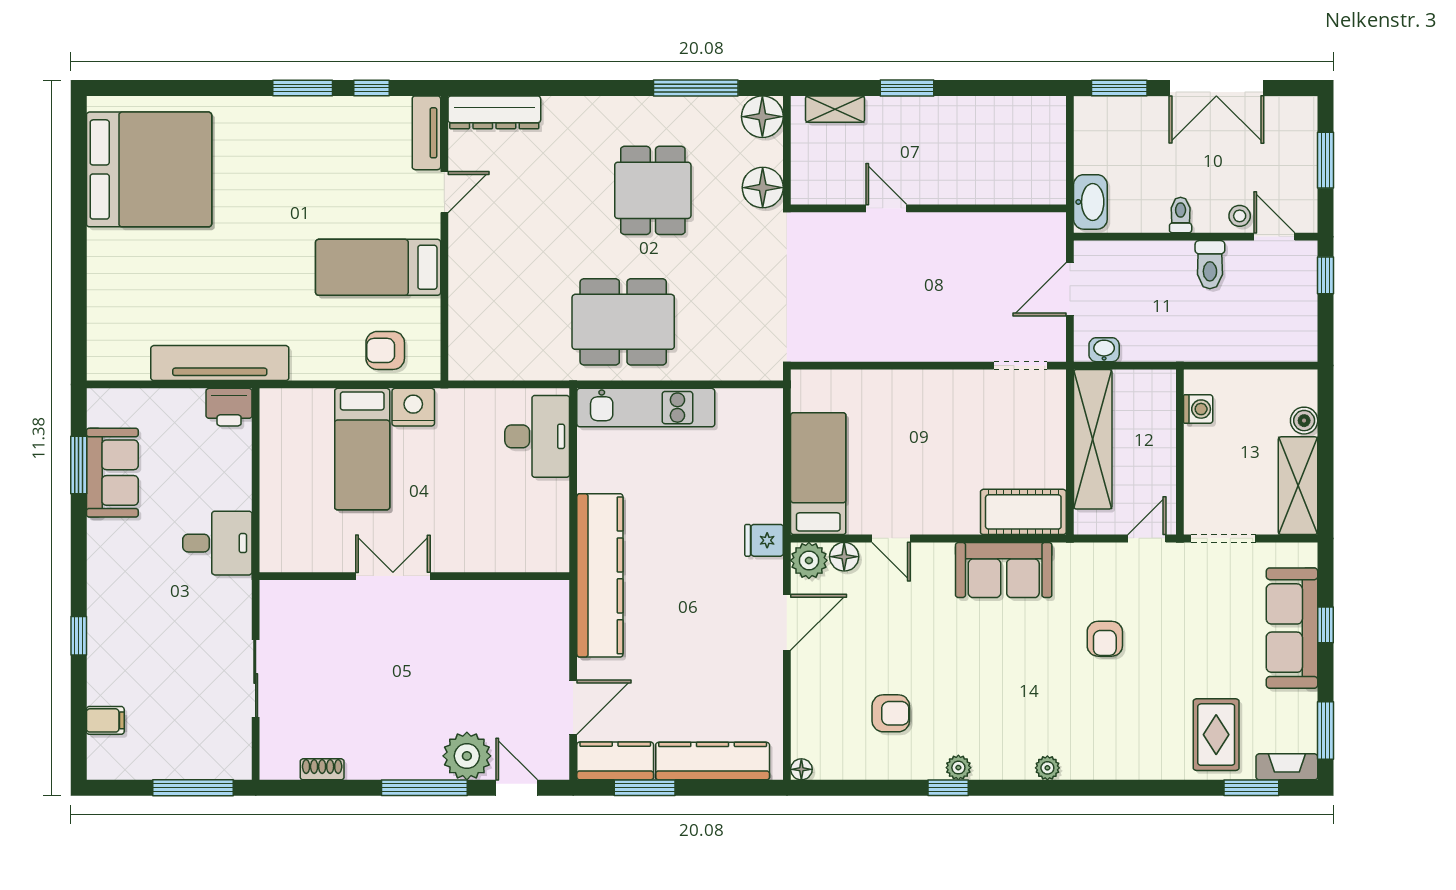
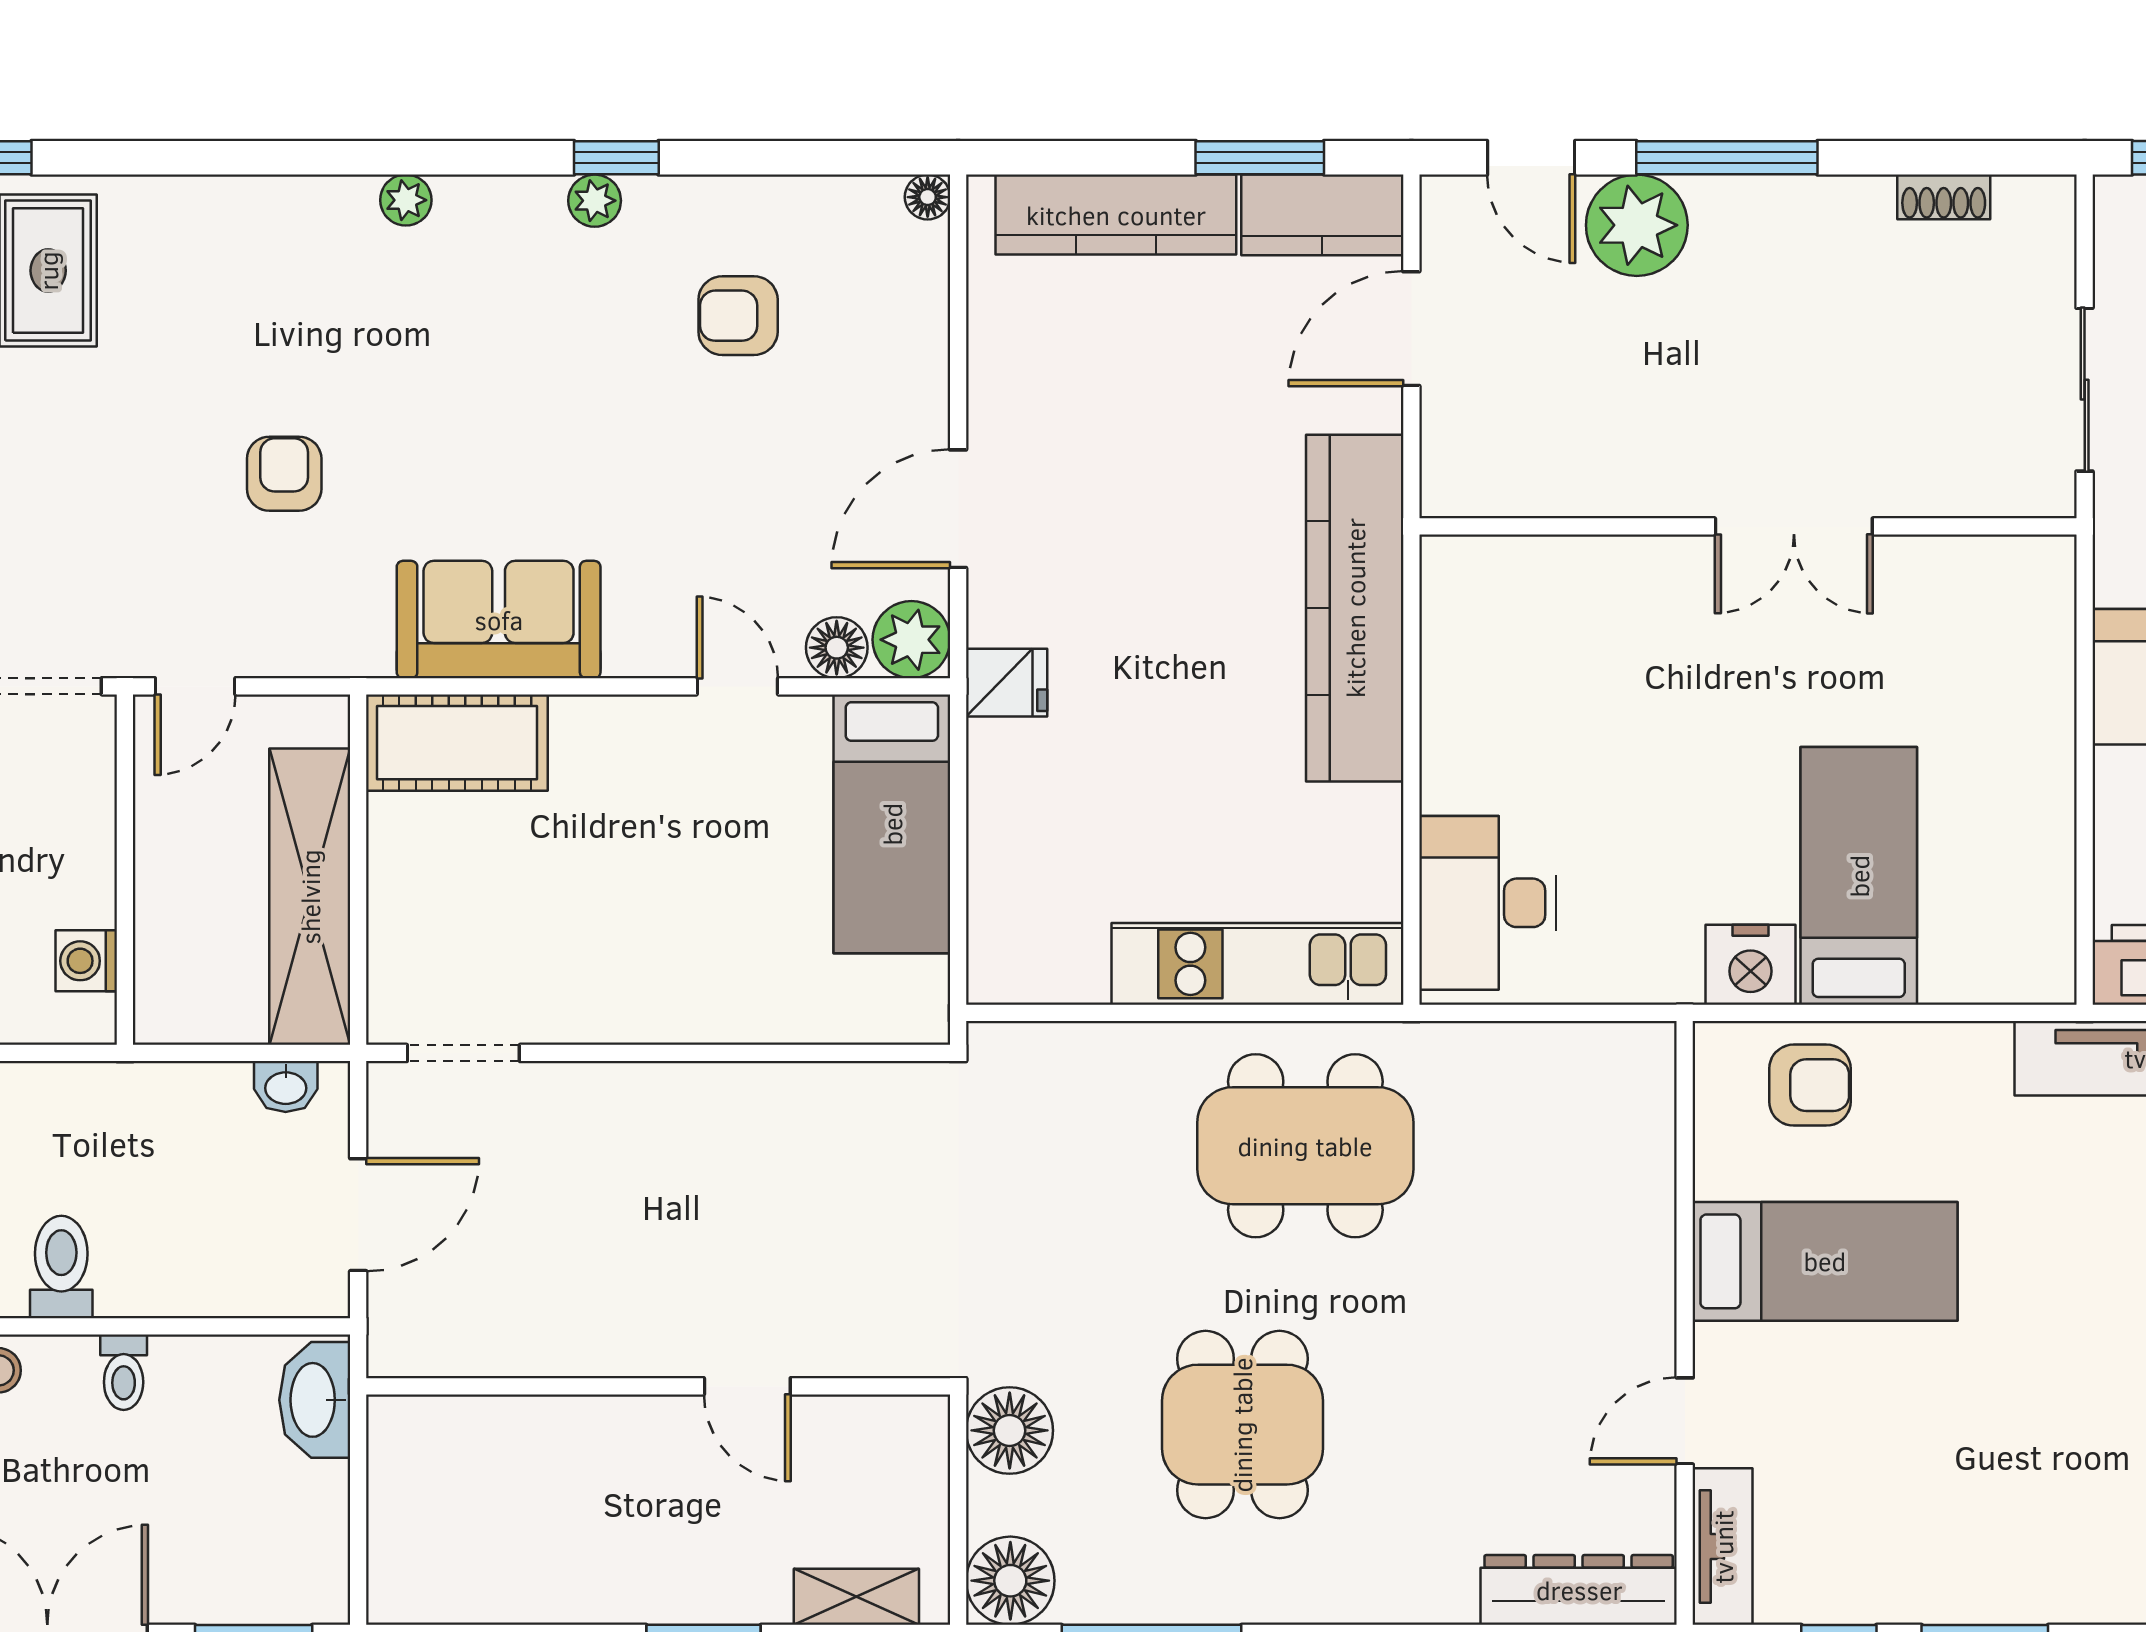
double door: (393, 576) -> (1794, 526), moved
wall: (414, 576) -> (1748, 526), moved

